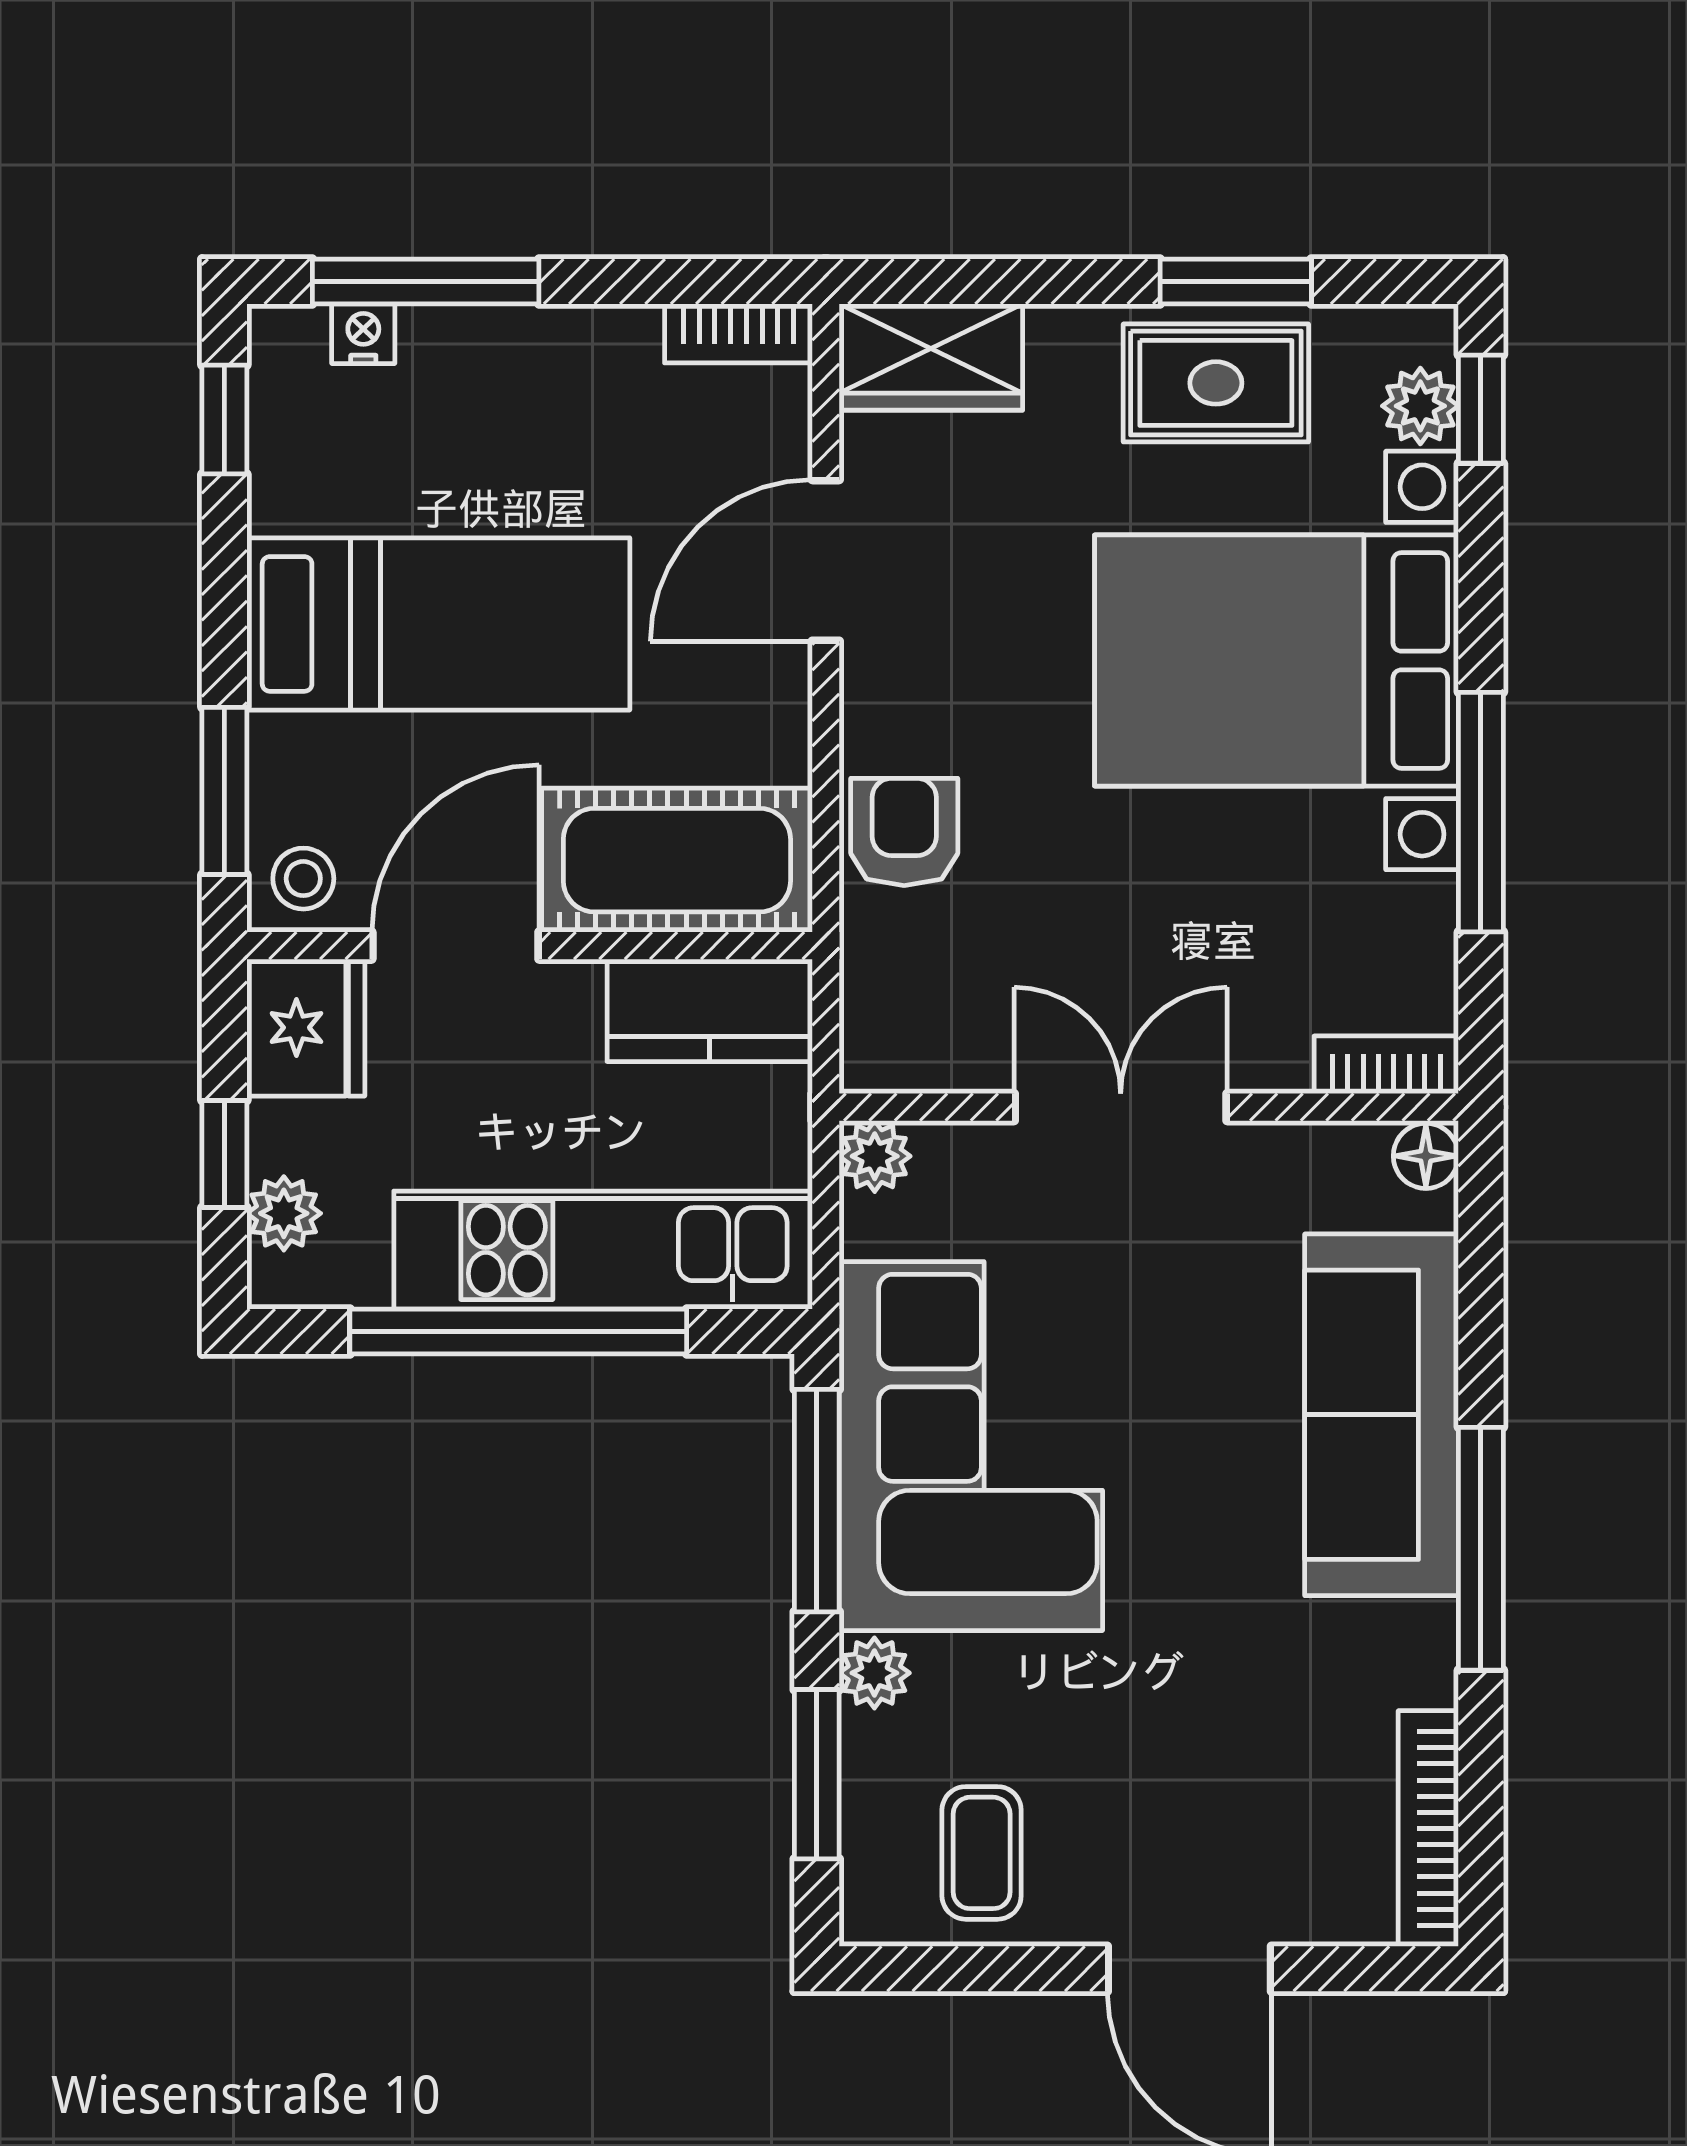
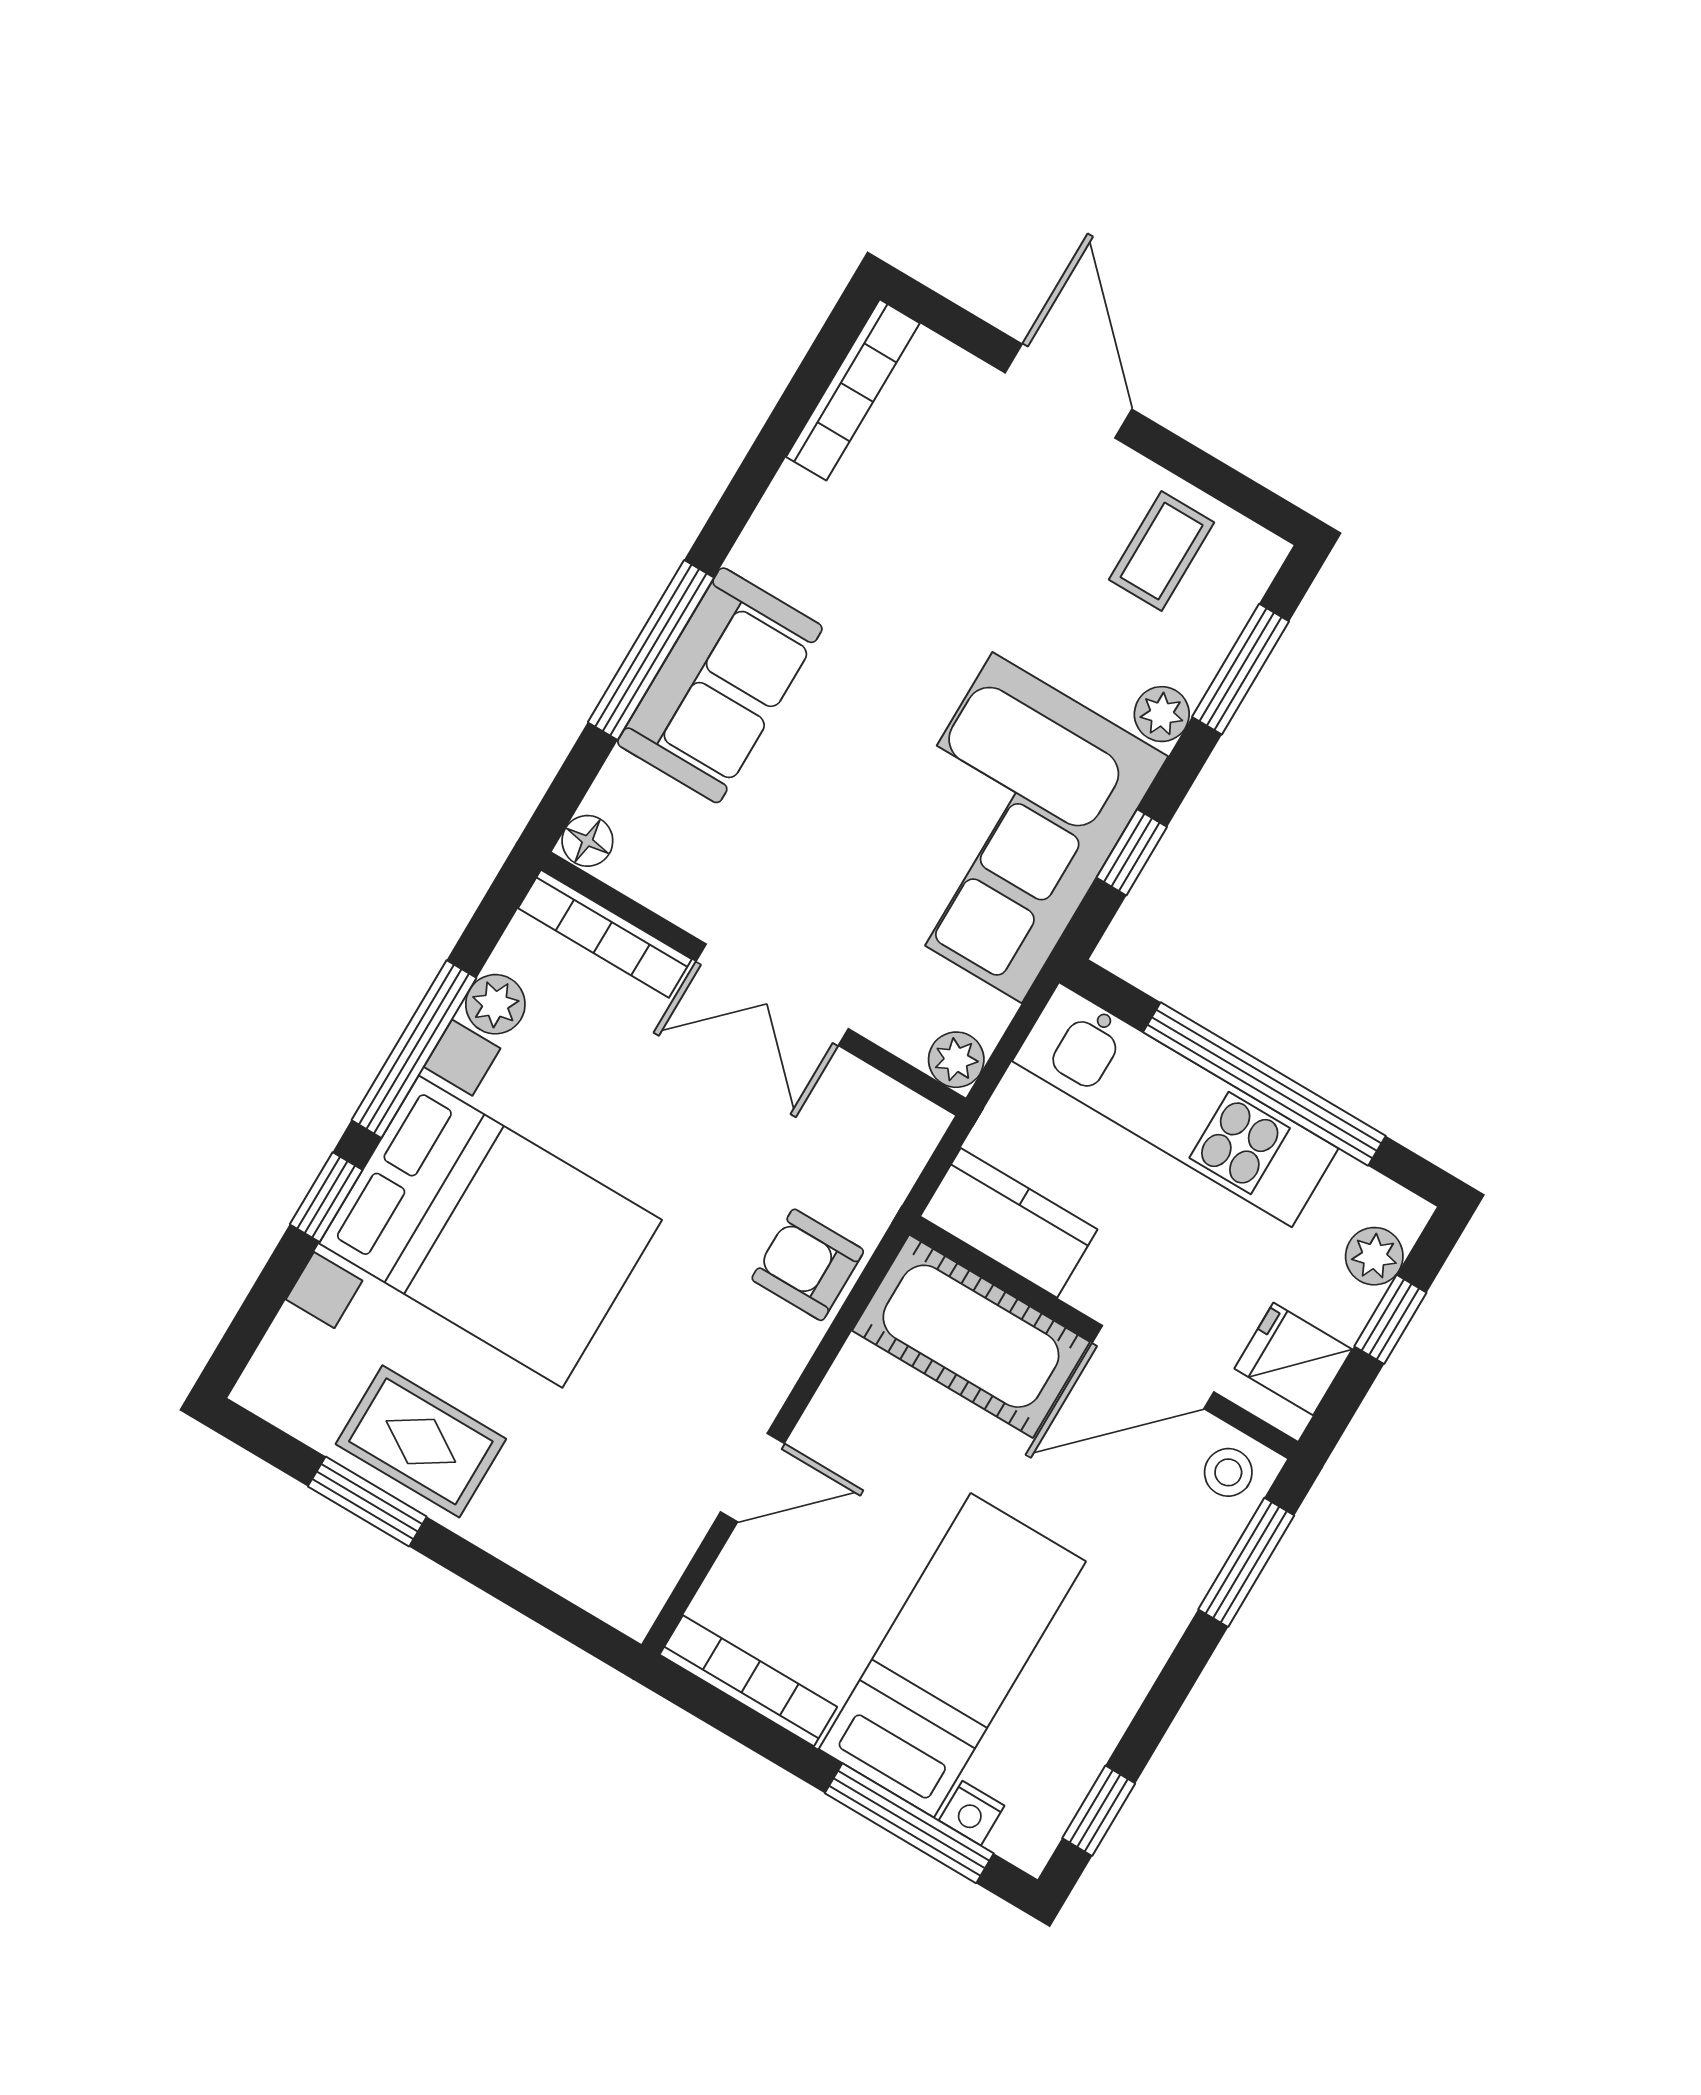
bookcase: (738, 333) -> (748, 1681), width x1.56
wardrobe: (931, 357) -> (601, 1572), removed
plant: (1420, 406) -> (495, 1004), moved
window: (1481, 409) -> (326, 1197), moved
door: (826, 560) -> (752, 1478), width x0.73
bed: (438, 624) -> (952, 1655), moved, turned 90
armchair: (904, 832) -> (808, 1265), turned 90
fridge: (306, 1028) -> (1293, 1359), width x0.72
bookcase: (1386, 1065) -> (605, 934), width x1.56
sofa: (1382, 1415) -> (720, 685), width x0.73
window: (817, 1501) -> (1132, 852), width x0.46
window: (1481, 1549) -> (651, 650), moved

